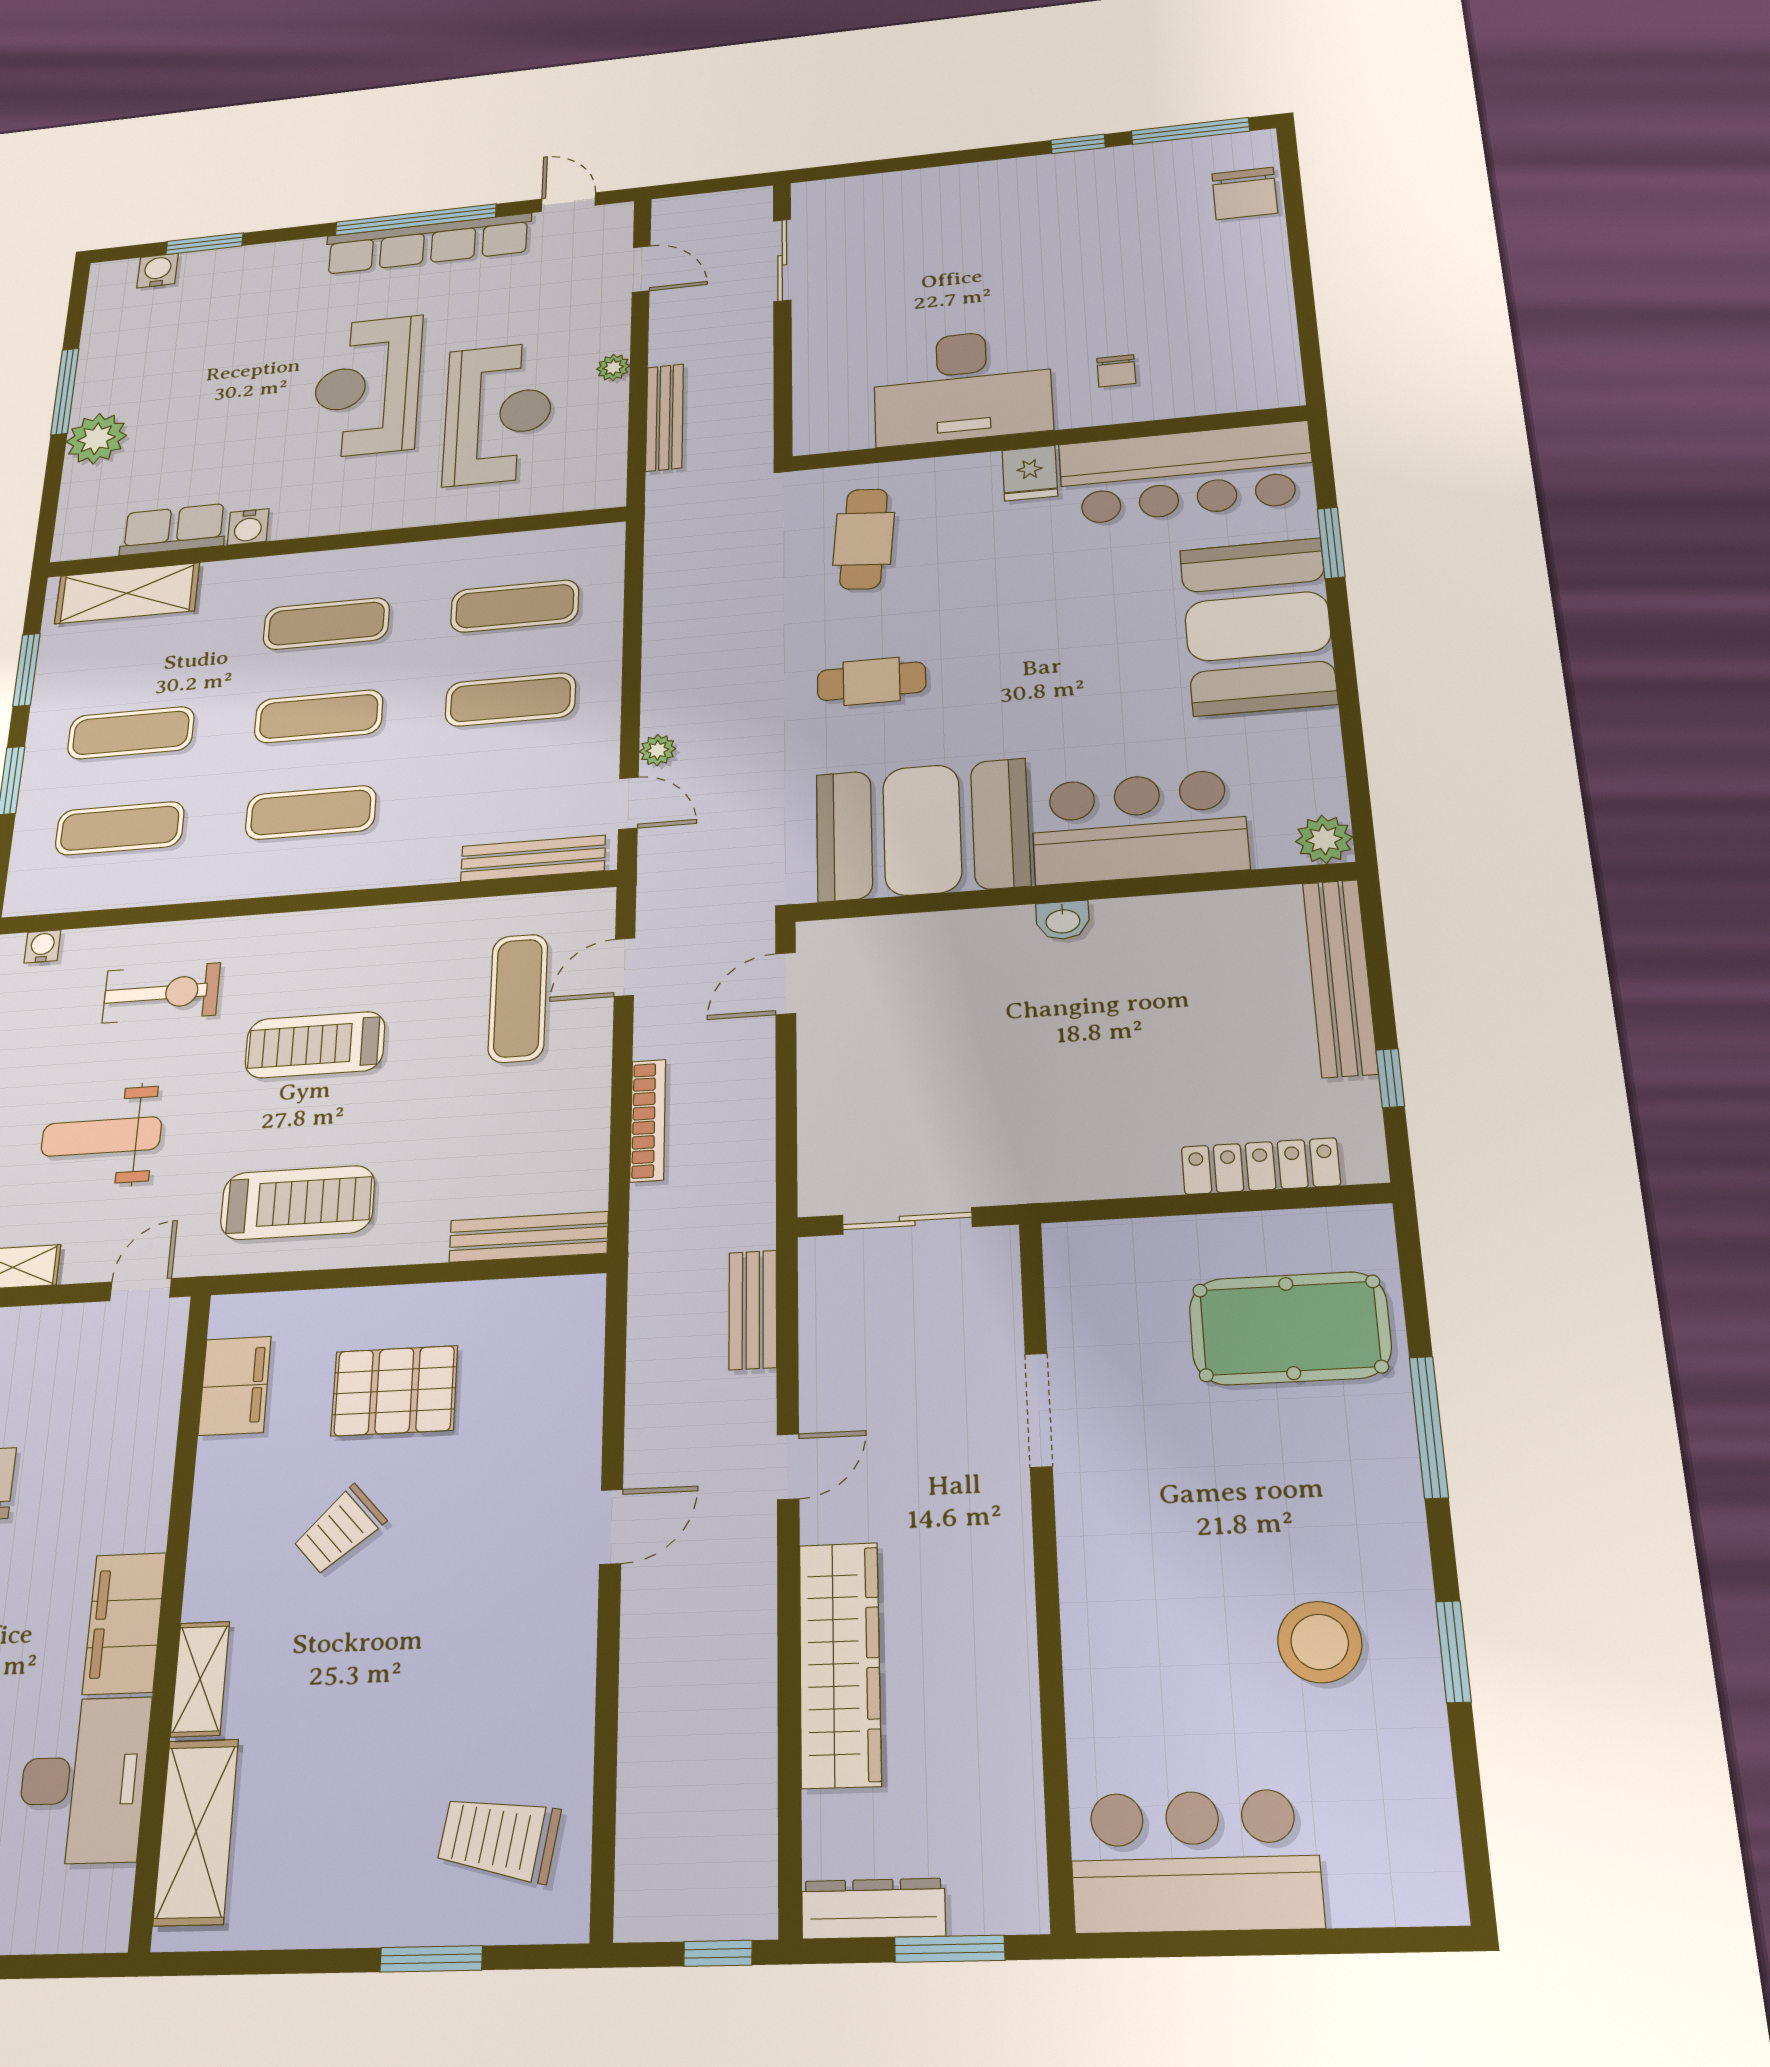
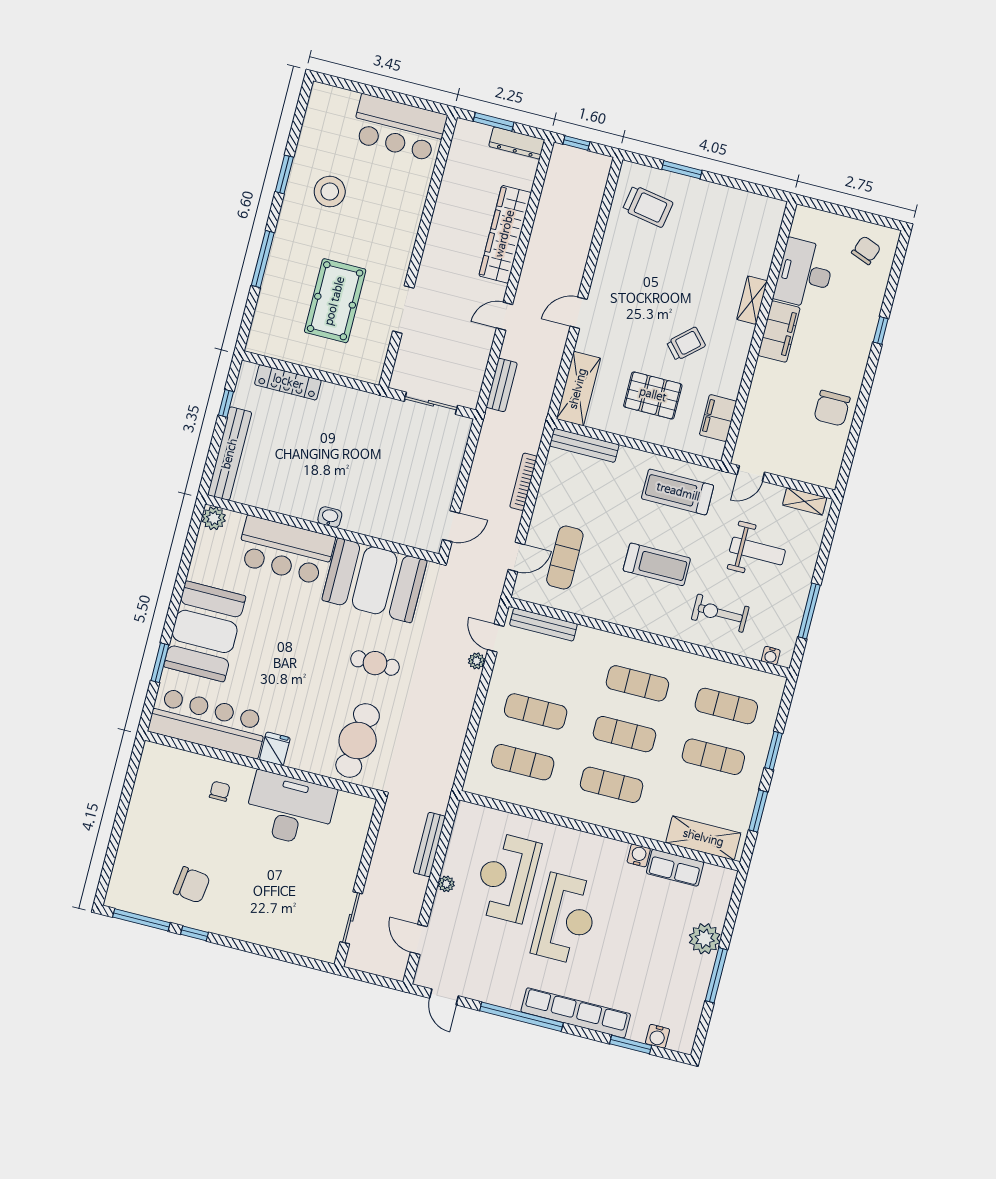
chair: (1245, 193) -> (192, 885), moved, turned 97
row of seats: (428, 244) -> (576, 1013), moved
cafe table: (864, 539) -> (358, 741), width x1.37, depth x1.35
pool table: (1290, 1328) -> (335, 301), moved, turned 90
shelving: (196, 1832) -> (578, 389), moved

